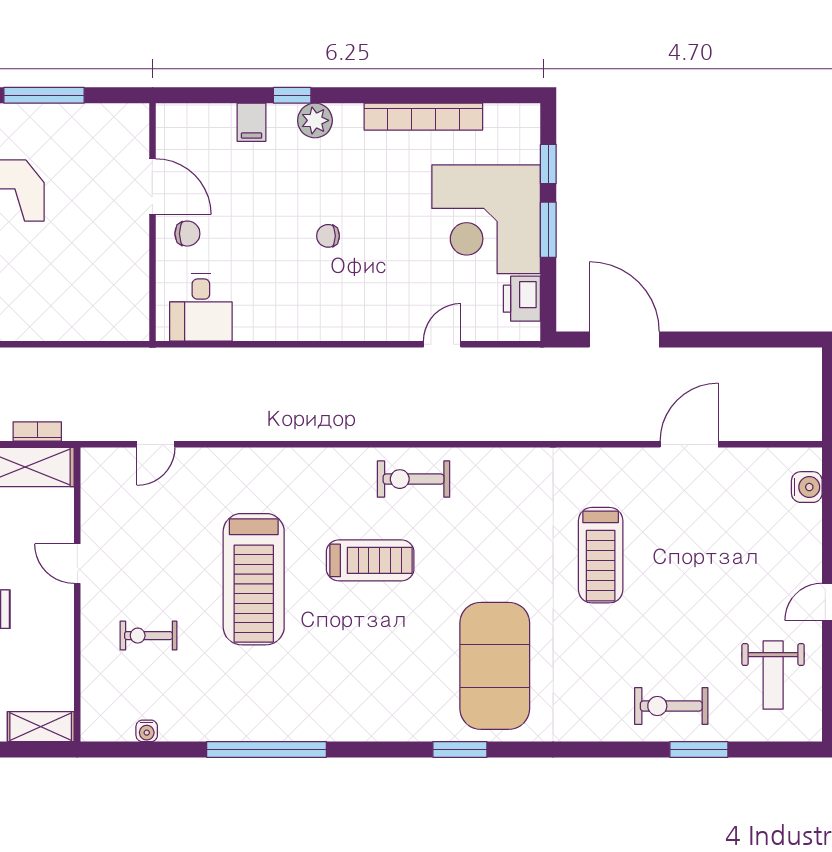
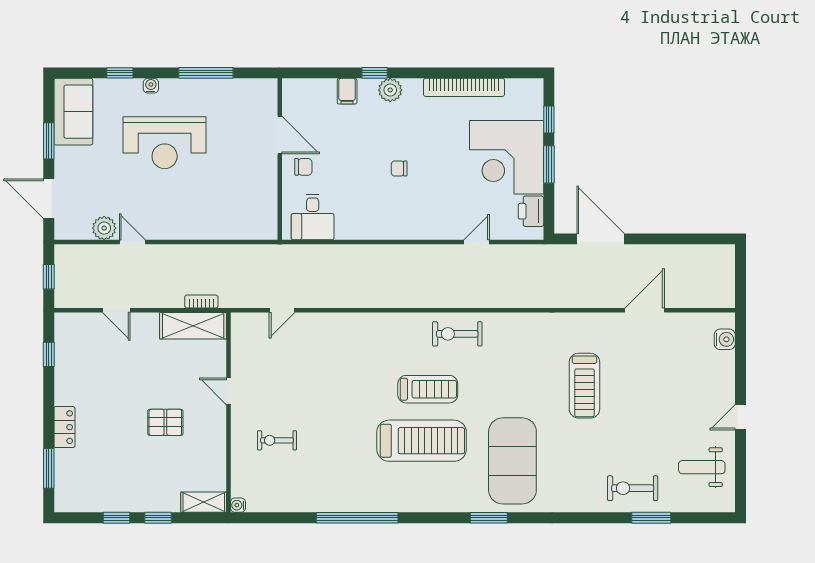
treadmill: (254, 579) -> (422, 441), moved, turned -90
weight bench: (773, 675) -> (702, 467), turned 90
water cooler: (147, 731) -> (238, 505), moved, turned 90

